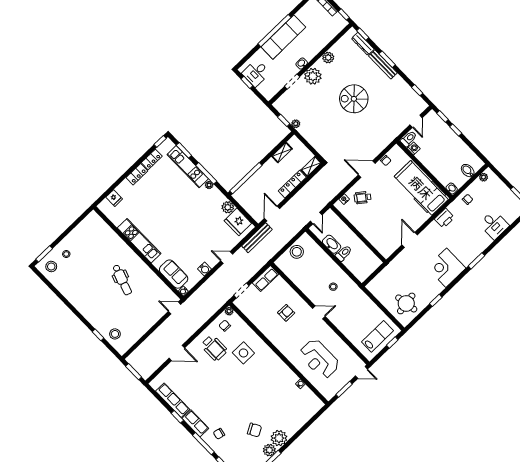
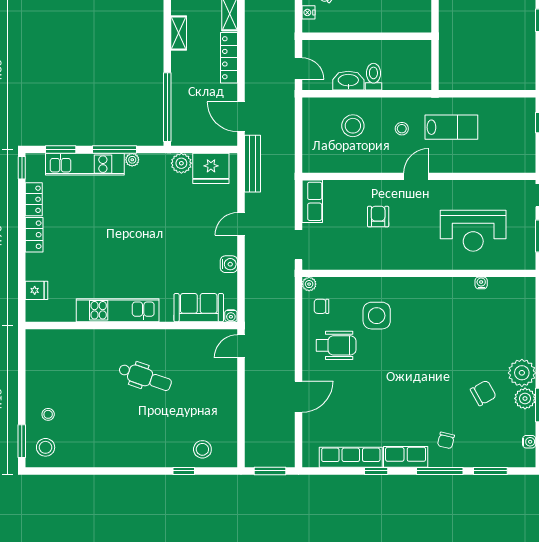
stool: (297, 252) -> (353, 126), moved
round table: (406, 303) -> (508, 60), removed
lab bench: (377, 336) -> (451, 127), moved, turned 90

